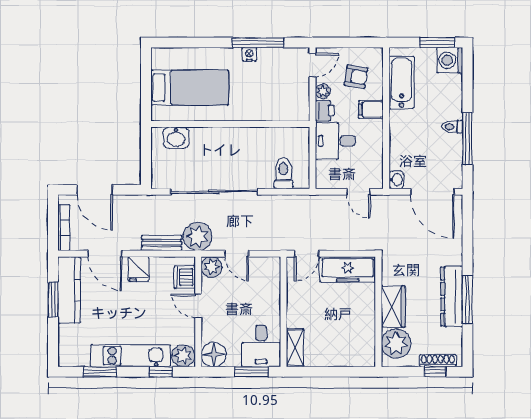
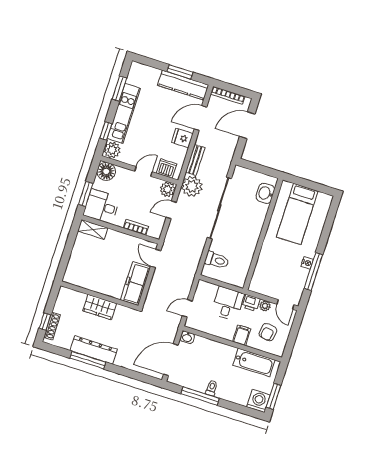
bookcase: (274, 292) -> (136, 227), added
plant: (396, 344) -> (73, 301), removed

